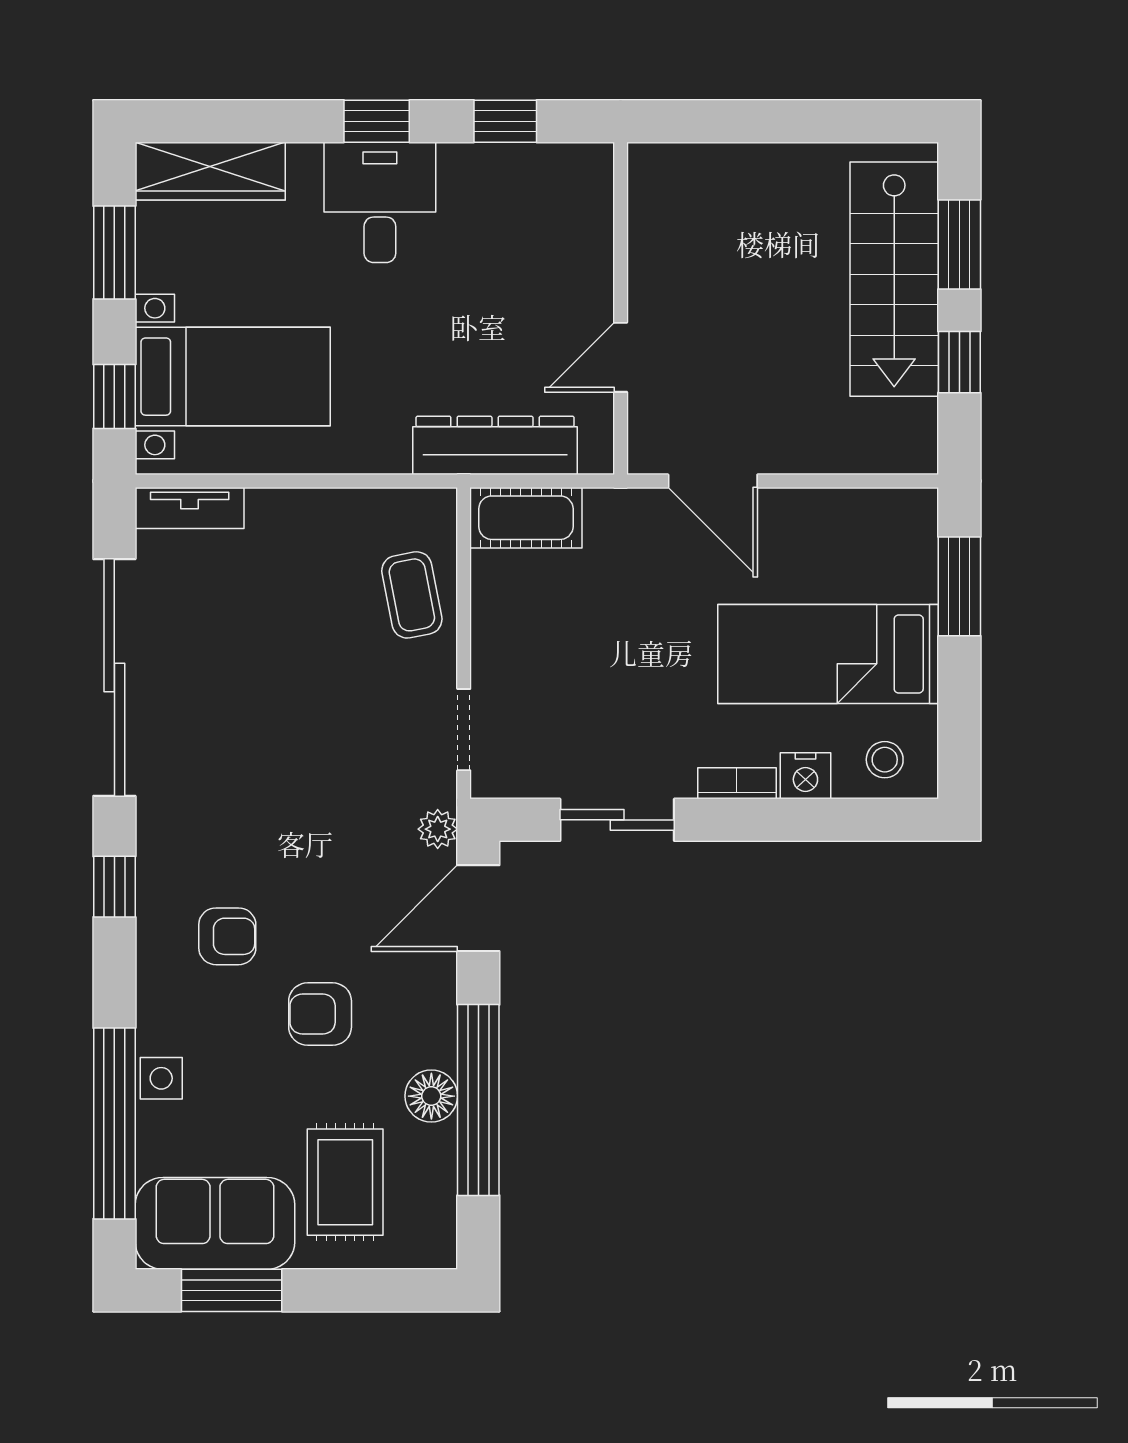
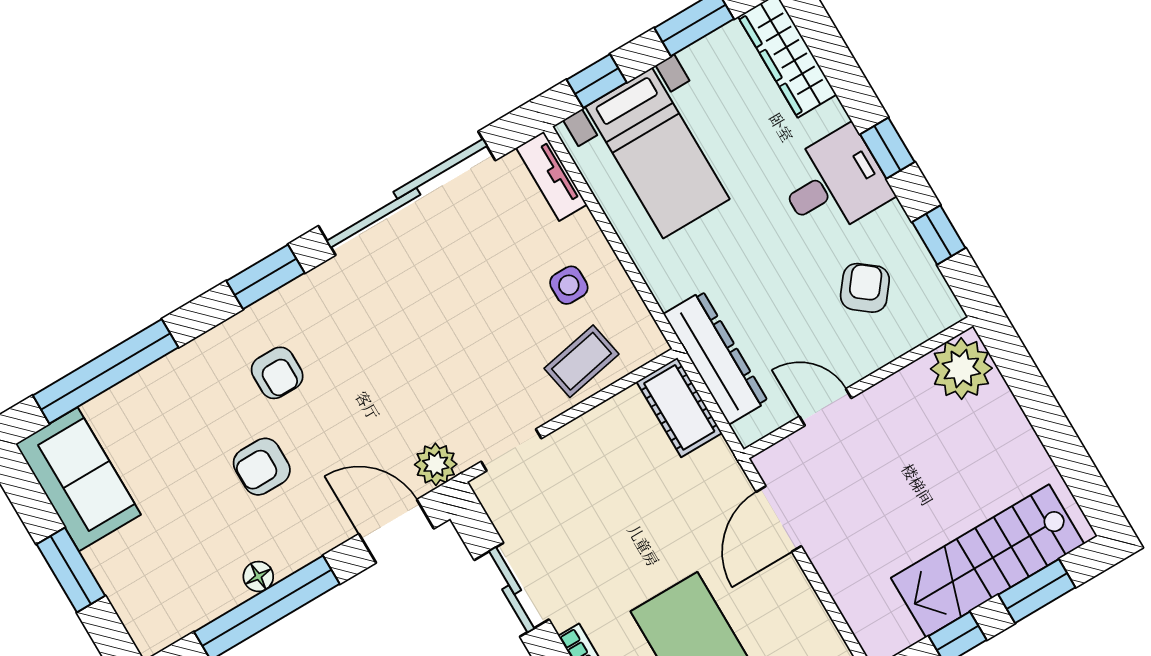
plant: (666, 183) -> (961, 369), added
armchair: (515, 237) -> (865, 288), added
plant: (438, 829) -> (436, 464), width x1.38, depth x1.38
window: (114, 887) -> (266, 277), width x1.50
armchair: (320, 1014) -> (262, 467), turned -90
side table: (161, 1078) -> (569, 285), moved
floor lamp: (431, 1096) -> (258, 576), width x0.73, depth x0.73
rug: (345, 1182) -> (158, 551), removed
window: (232, 1290) -> (71, 570), moved

